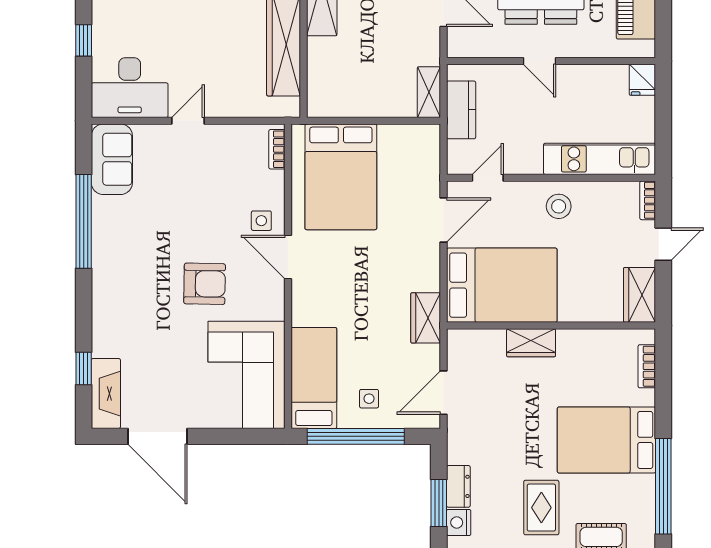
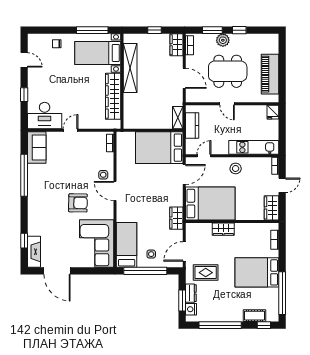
bed: (341, 177) -> (159, 148), moved, turned 90
rug: (541, 508) -> (206, 273), moved, turned 90

